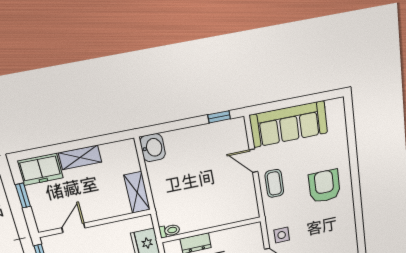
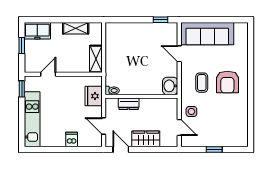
washbasin: (153, 148) -> (170, 86), moved, turned 180
shelving: (80, 157) -> (76, 28), moved
coffee table: (274, 183) -> (202, 83), moved
armchair: (324, 186) -> (227, 82), turned 180

